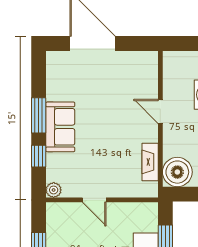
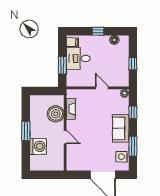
side table: (59, 76) -> (121, 157), added
window: (39, 115) -> (133, 146), moved
boiler: (177, 172) -> (56, 114), moved

